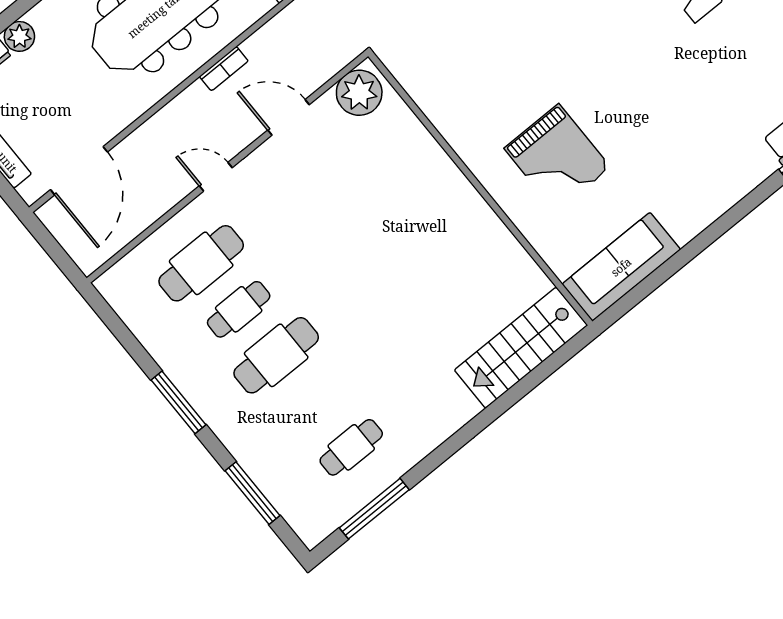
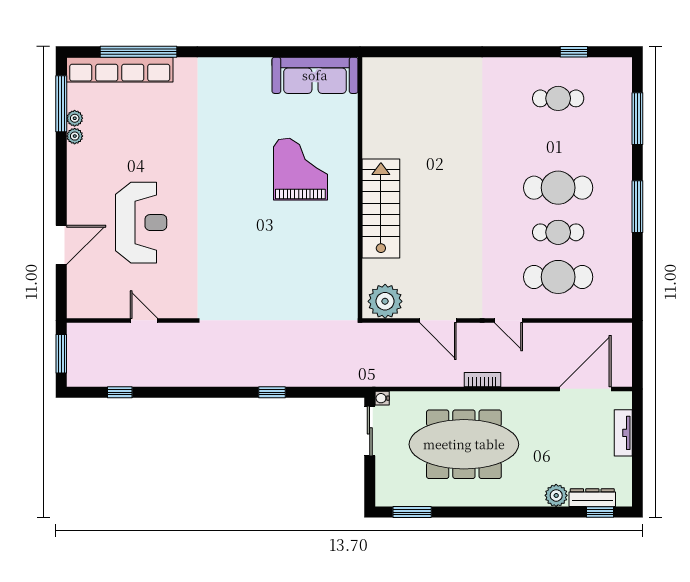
bookcase: (224, 69) -> (482, 380), moved
stairs: (521, 348) -> (381, 208), moved, turned -90
window: (374, 509) -> (574, 52), width x0.46

